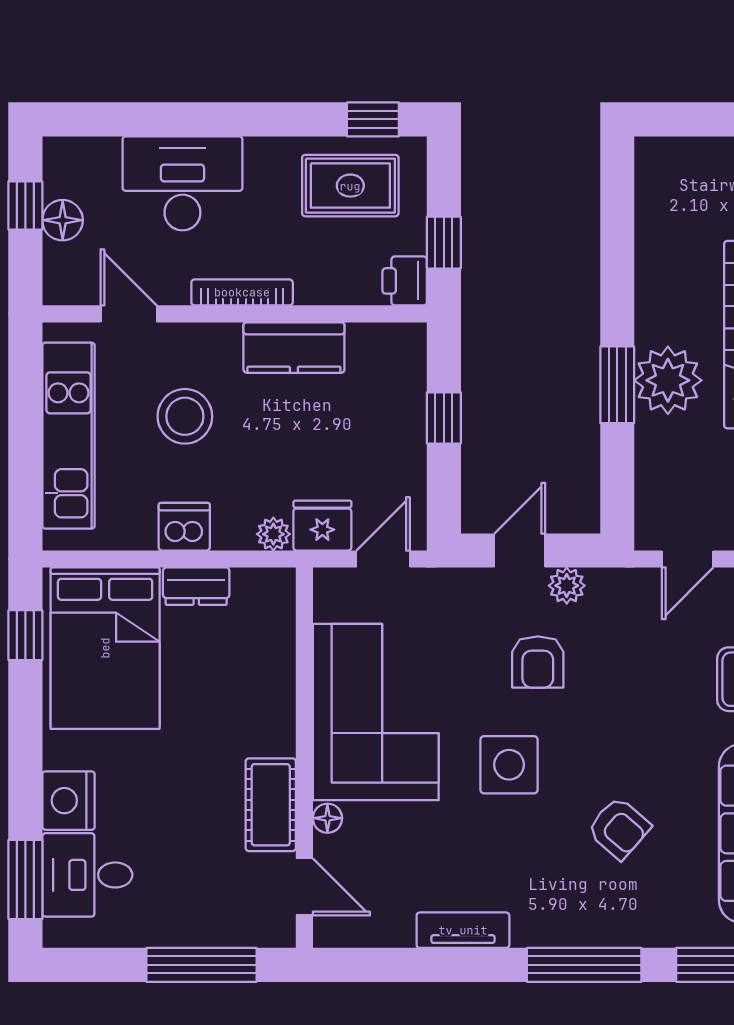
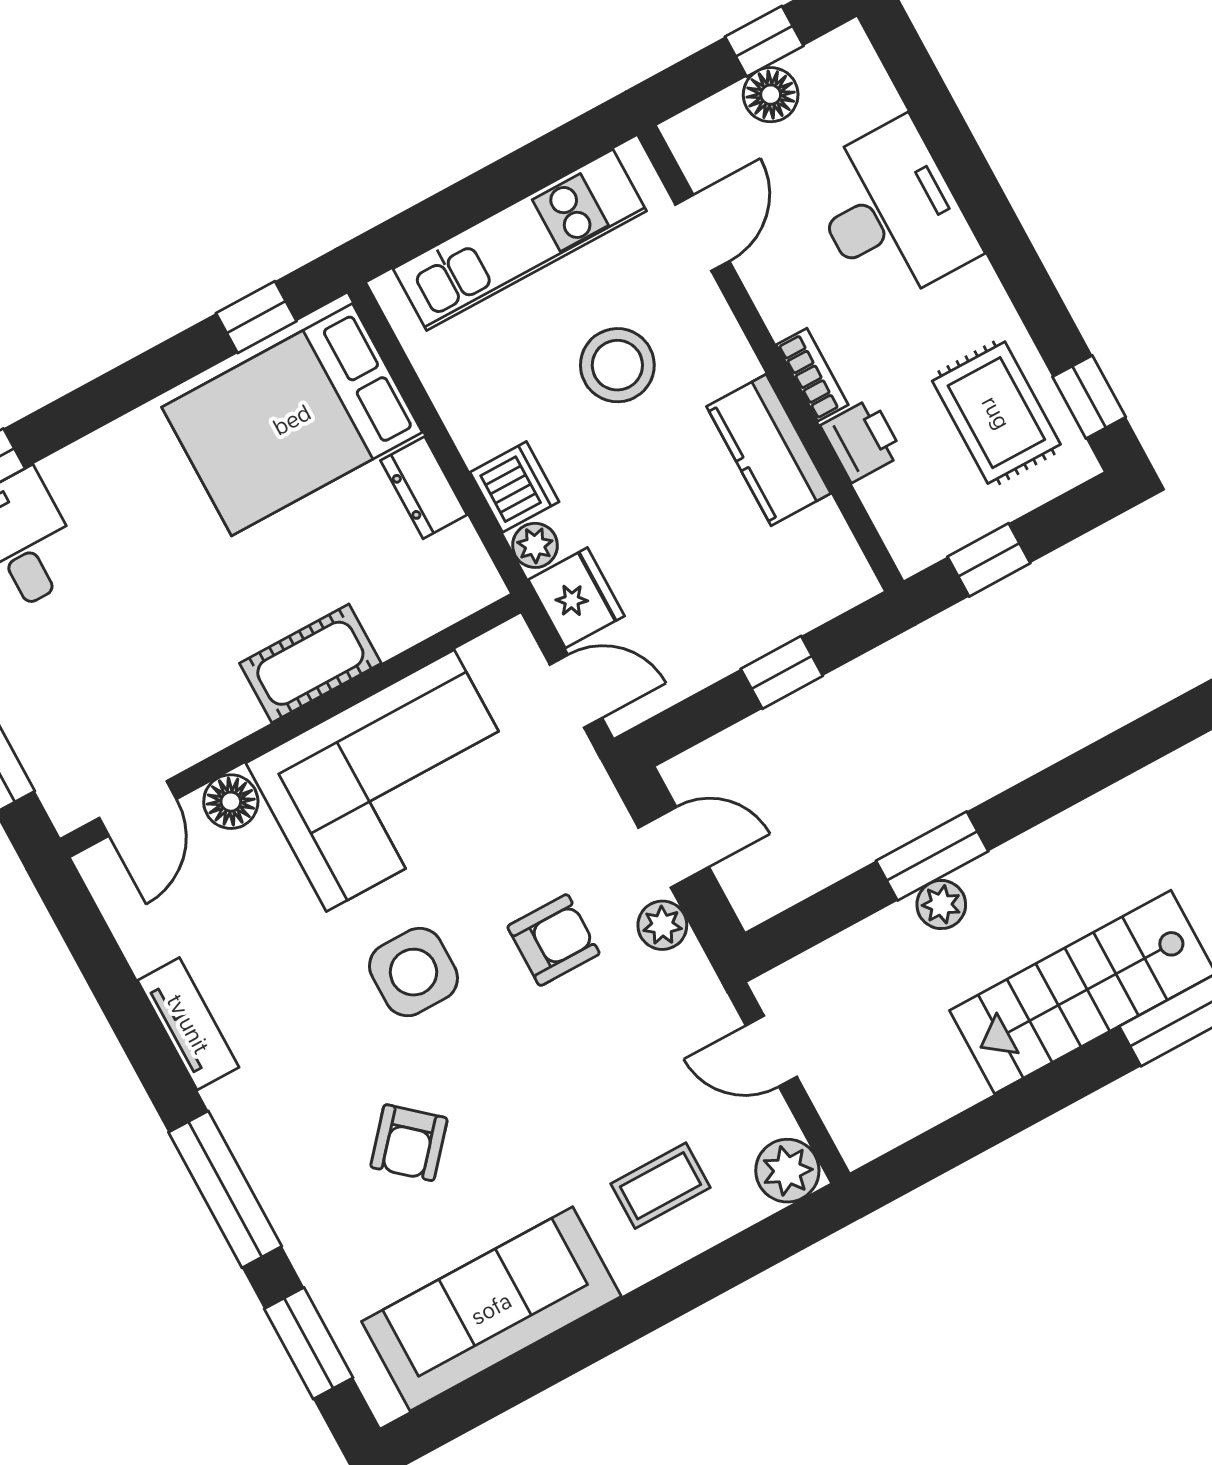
printer: (405, 281) -> (862, 440), moved, turned 90
bookcase: (242, 292) -> (812, 375), width x0.64
plant: (668, 380) -> (941, 905), width x0.53, depth x0.53
dishwasher: (184, 527) -> (515, 487), moved
armchair: (538, 662) -> (553, 940), turned 180
nightstand: (69, 801) -> (88, 474), removed
cot: (271, 805) -> (310, 663), moved
floor lamp: (327, 818) -> (231, 802), width x1.37, depth x1.37

